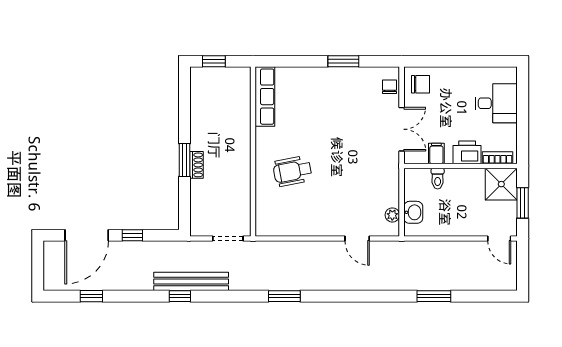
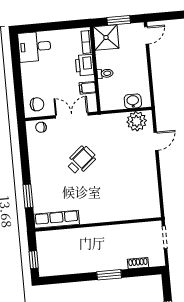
window: (343, 61) -> (28, 196), moved
chair: (420, 84) -> (37, 104), turned 90
desk: (496, 103) -> (35, 47), moved, turned -90
shoe rack: (197, 165) -> (138, 263), moved
wheelchair: (292, 171) -> (81, 160), moved, turned -119
toilet: (438, 179) -> (105, 73), moved
plant: (392, 215) -> (137, 121), width x1.87, depth x1.87

